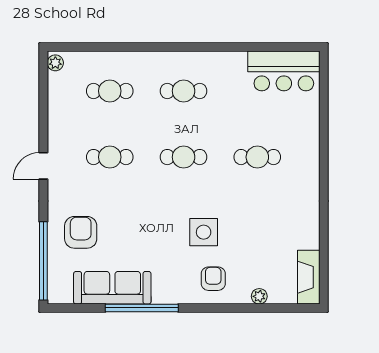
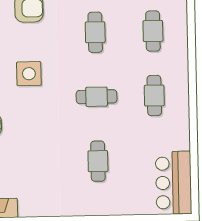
cafe table: (184, 157) -> (97, 97), turned 90
side table: (204, 232) -> (29, 74), moved

